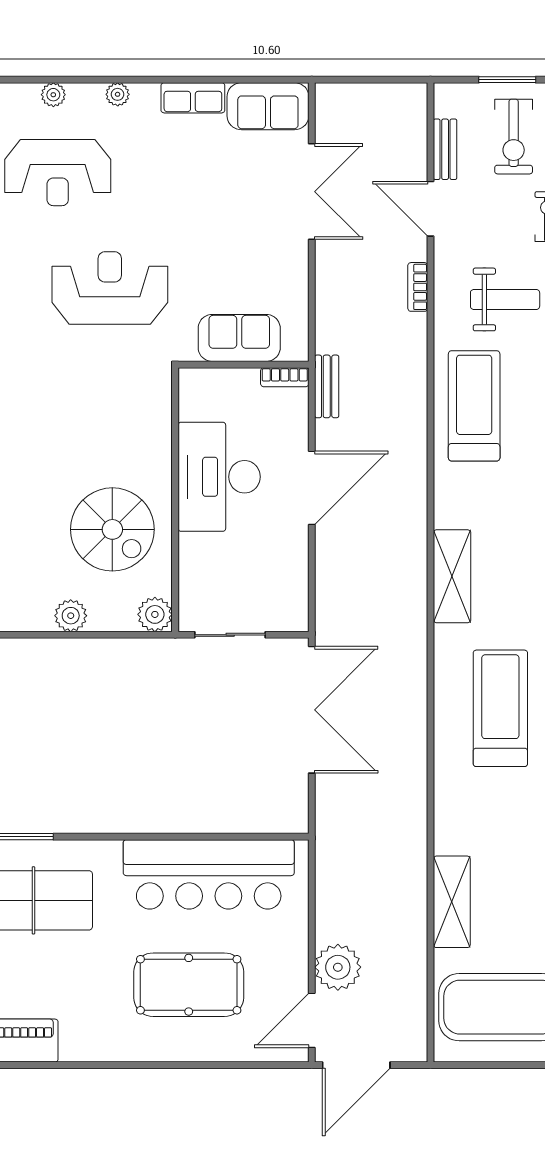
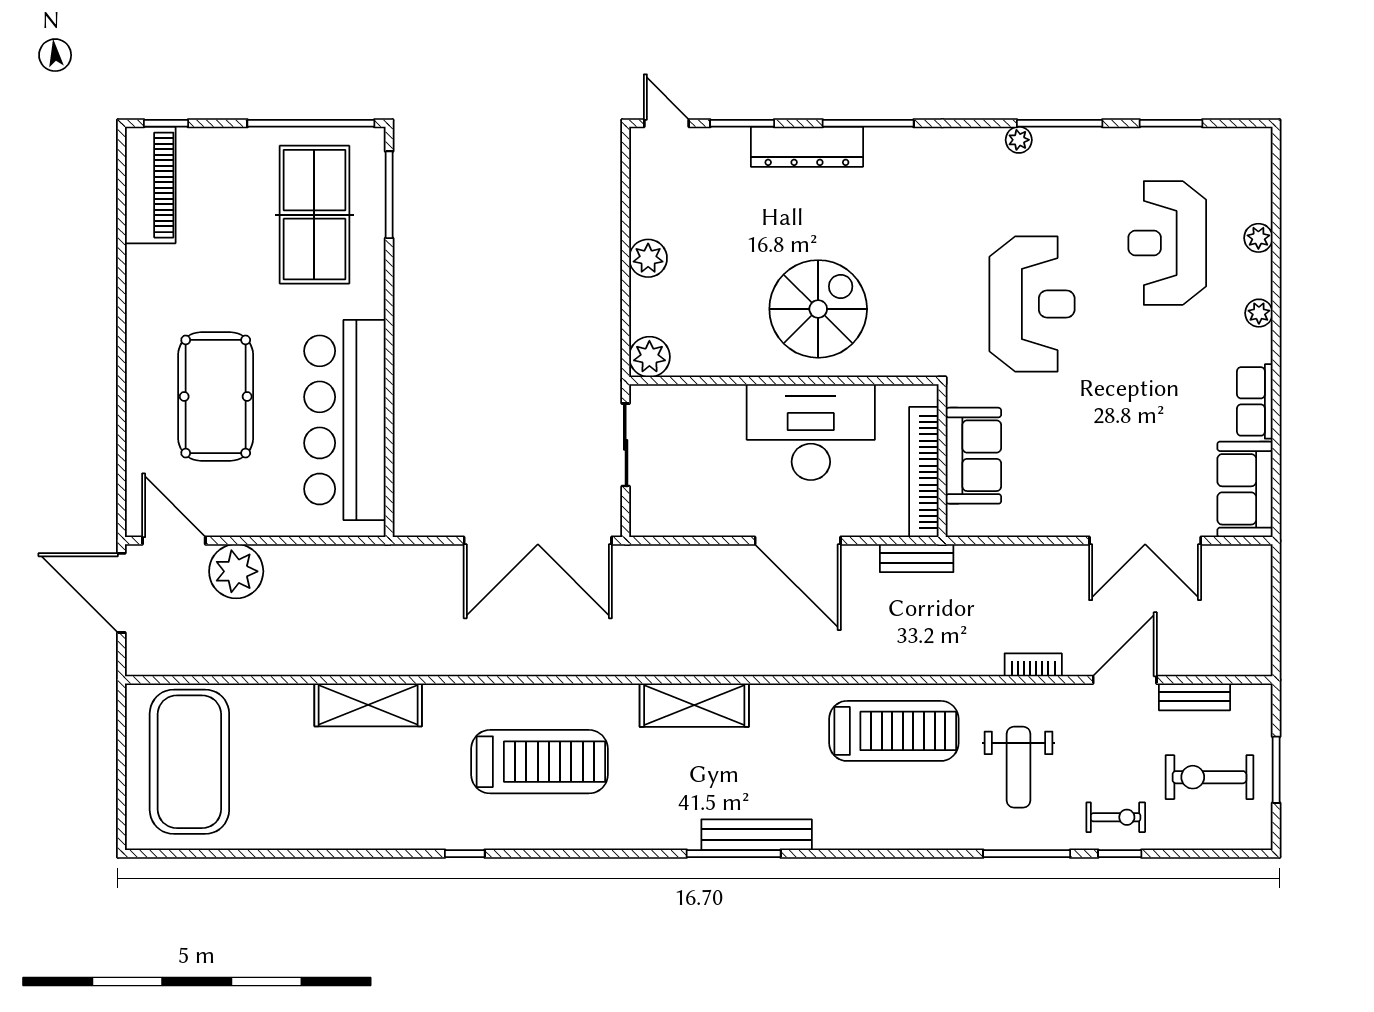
bookcase: (285, 377) -> (924, 472), width x2.31, depth x1.31
spiral stairs: (112, 529) -> (818, 309), moved, turned 180
shelving: (452, 902) -> (368, 705), moved

